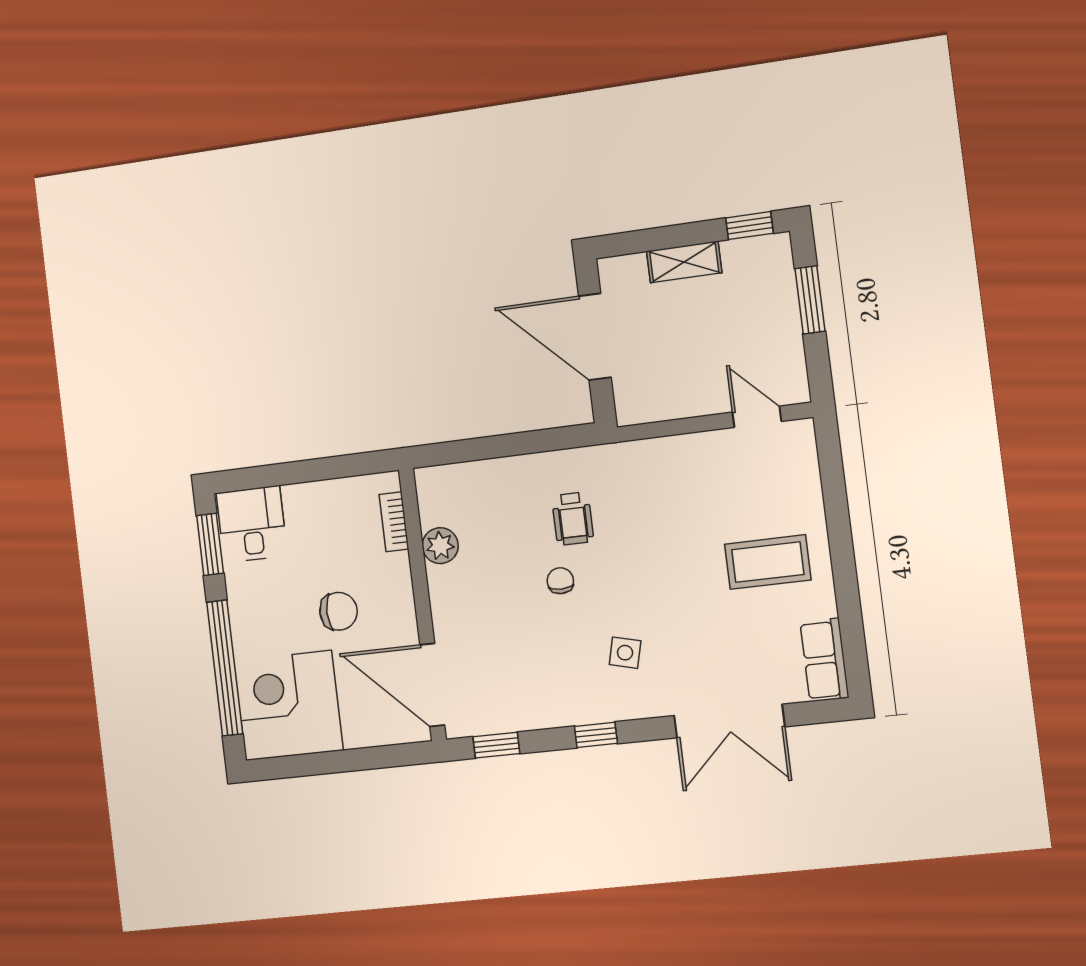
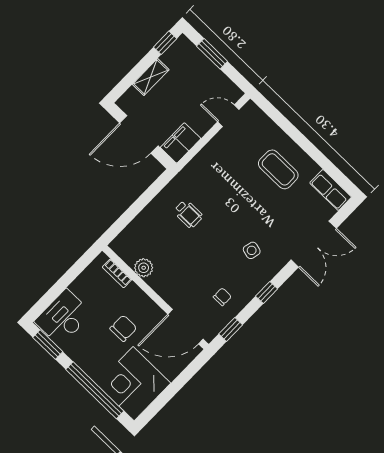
filing cabinet: (648, 400) -> (181, 143), added
desk: (252, 524) -> (63, 317), width x1.37
coffee table: (768, 562) -> (278, 169), turned 90
chair: (560, 581) -> (222, 297), moved, turned 90

